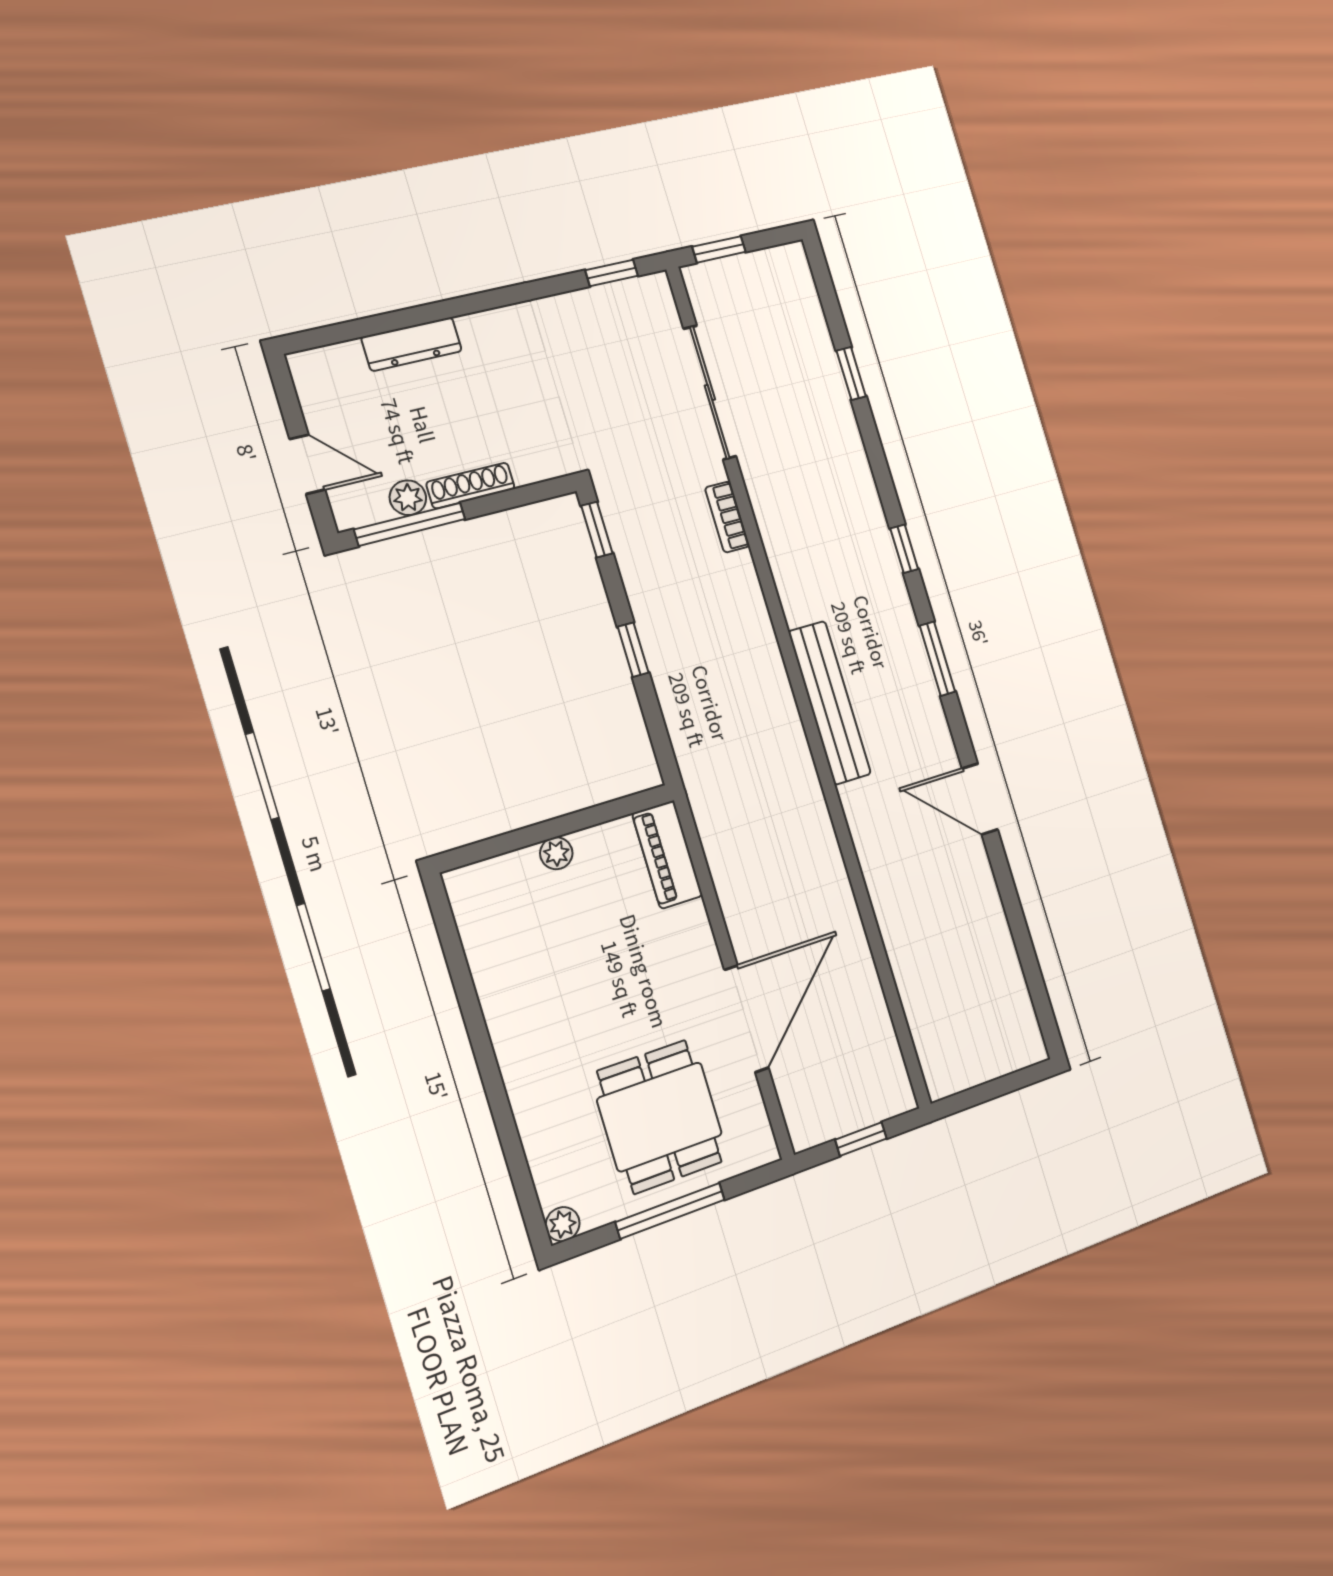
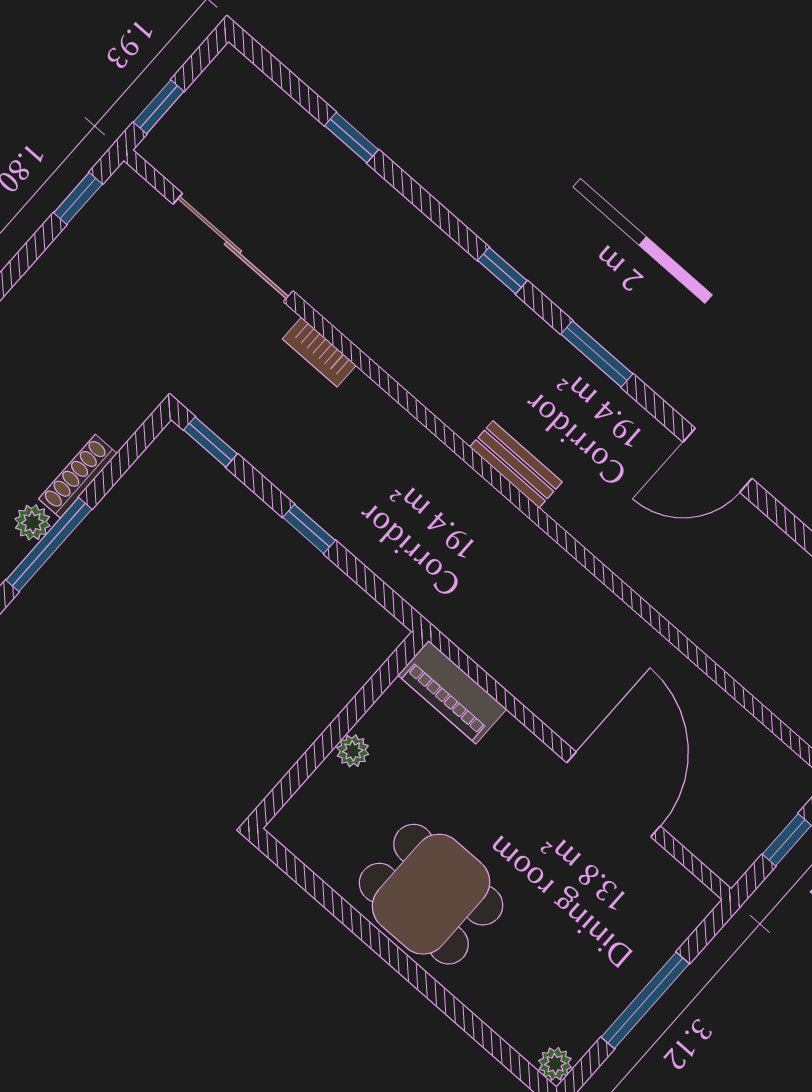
bench: (830, 703) -> (516, 464), width x0.54, depth x0.82
dining table: (660, 1117) -> (431, 894), moved

